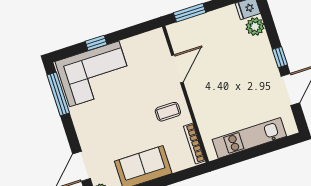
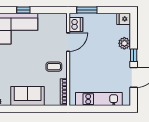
plant: (255, 27) -> (124, 43), moved
dishwasher: (180, 39) -> (76, 25), added

